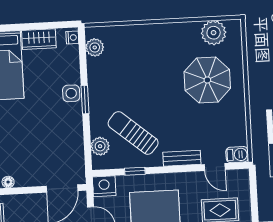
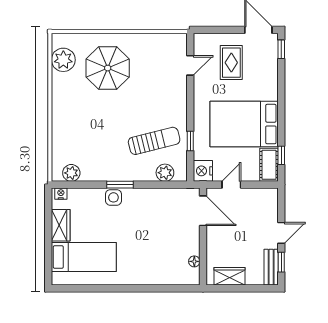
sun lounger: (133, 133) -> (154, 141), turned -144
barbecue: (237, 155) -> (180, 44), removed
bench: (182, 158) -> (180, 96), removed

